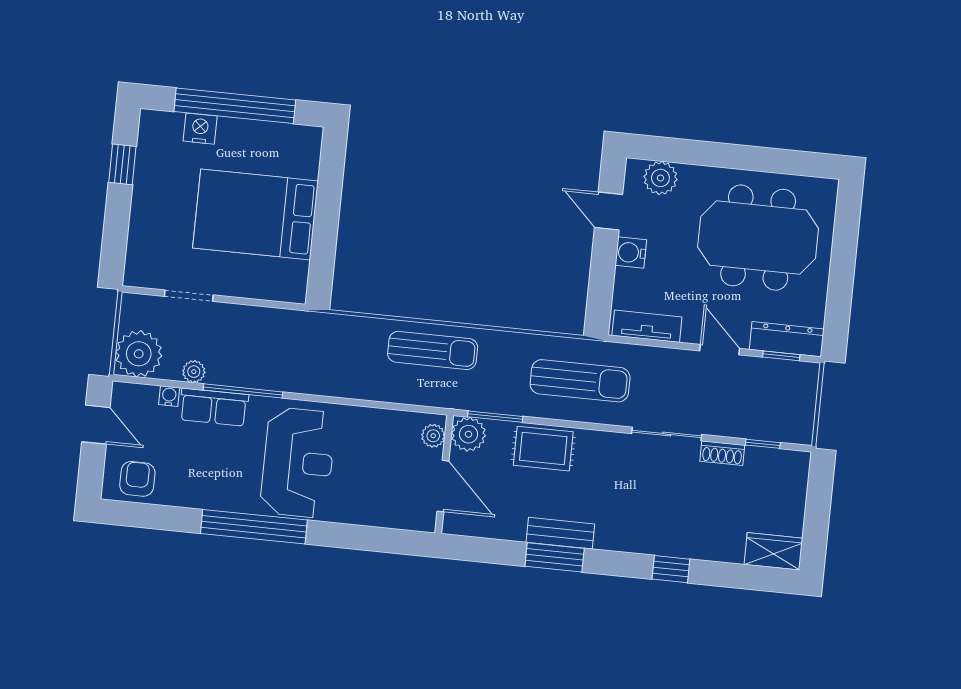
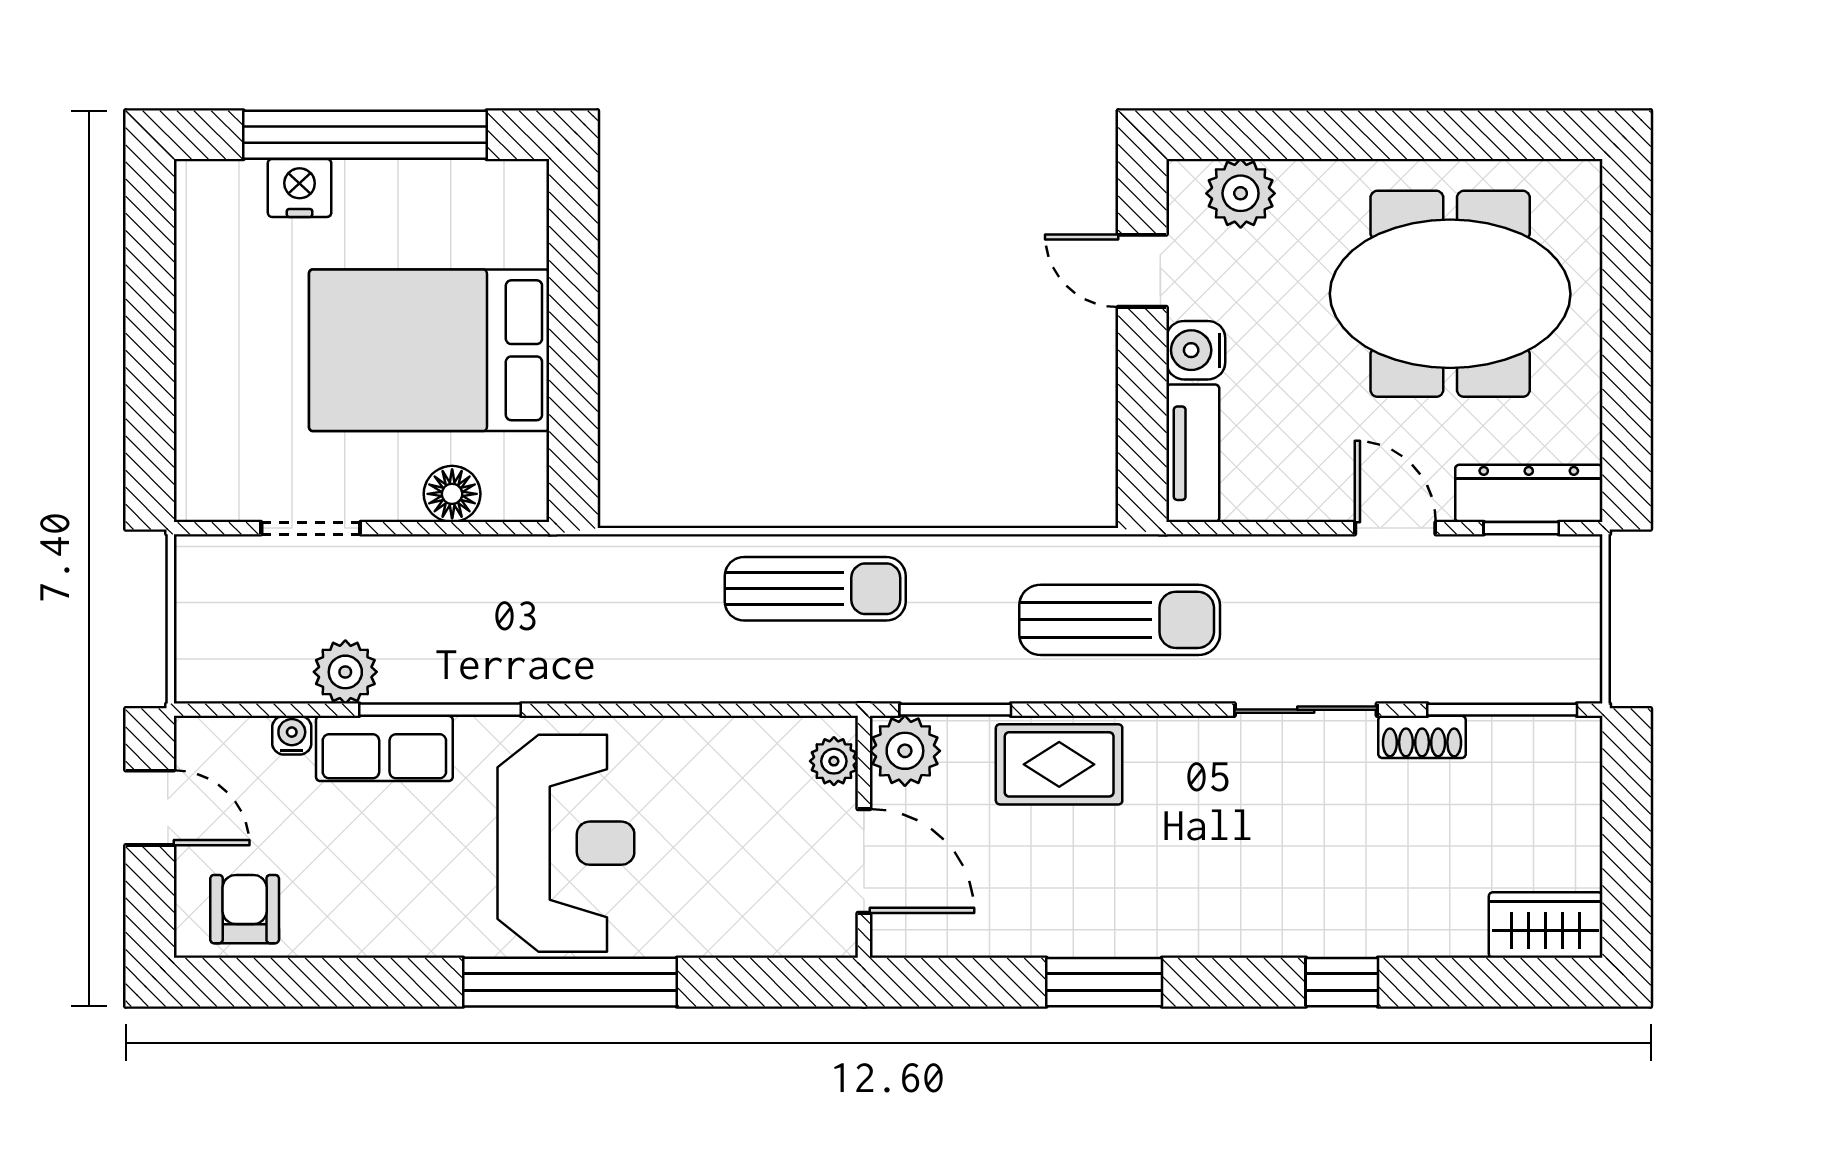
window: (122, 164) -> (150, 276), removed
floor lamp: (260, 286) -> (452, 494), added
tv unit: (647, 326) -> (1193, 453), moved, turned 90
plant: (139, 354) -> (222, 656), removed
plant: (194, 372) -> (345, 672), width x1.38, depth x1.38
window: (763, 444) -> (1502, 710), width x2.17
window: (254, 527) -> (570, 982), moved
bench: (560, 533) -> (1111, 932), removed

